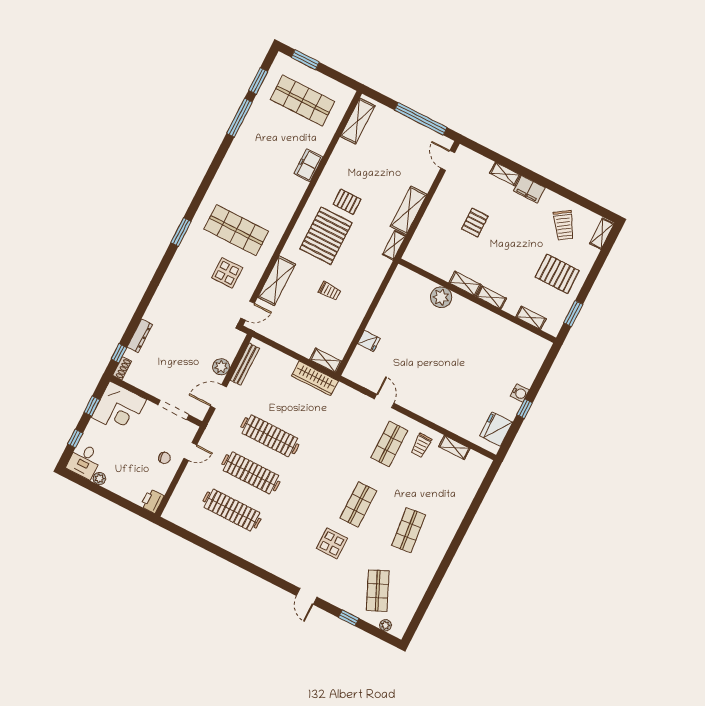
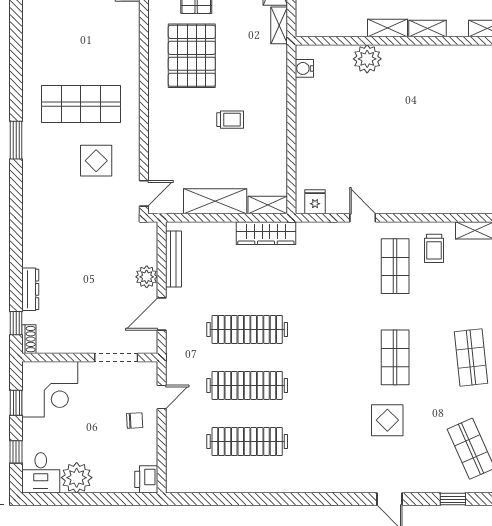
shelving: (277, 281) -> (215, 201), moved, turned 90
water cooler: (396, 282) -> (304, 68), added
fridge: (369, 341) -> (315, 202), moved, turned -90
plant: (99, 479) -> (77, 478), width x1.88, depth x1.88

